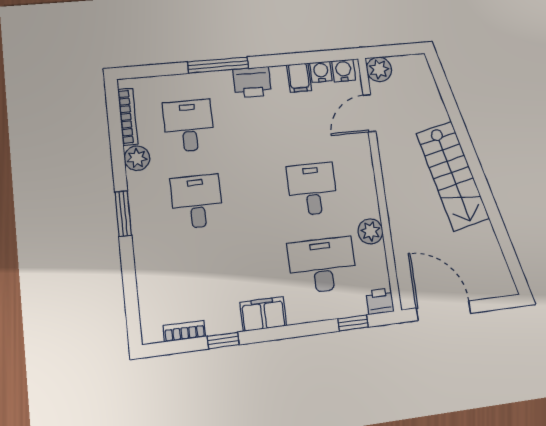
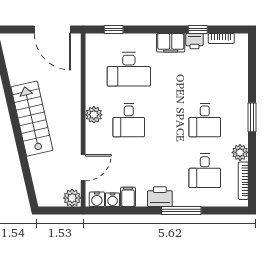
plant: (370, 231) -> (94, 115), moved
printer: (380, 301) -> (194, 41), moved

